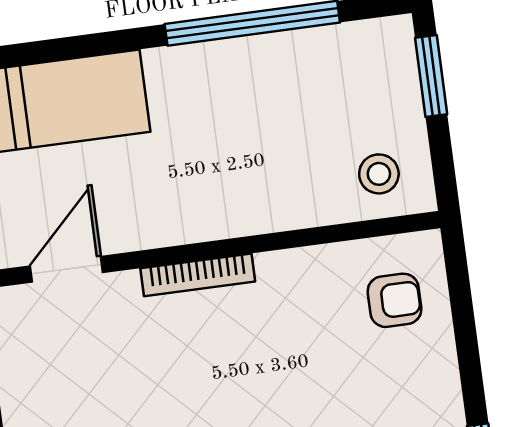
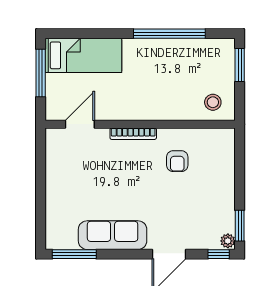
armchair: (395, 300) -> (177, 161), moved, turned 90

